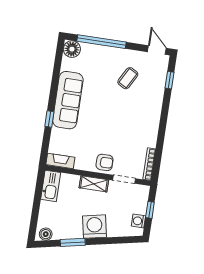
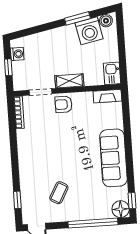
window: (49, 119) -> (132, 201), moved
kitchen sink: (51, 186) -> (112, 73), width x0.73
washing machine: (95, 227) -> (89, 31), moved

